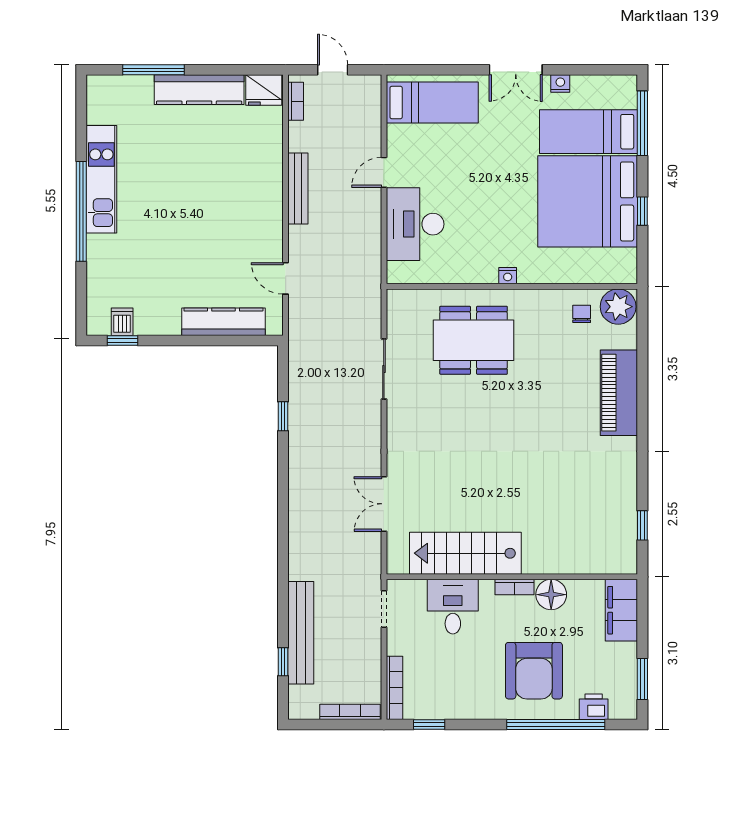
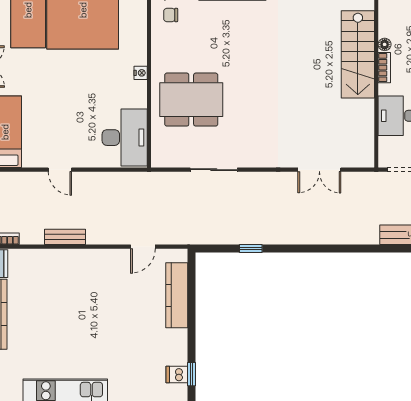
bench: (298, 188) -> (65, 237), width x0.73
desk: (415, 224) -> (125, 138), moved, turned -90
dining table: (474, 340) -> (191, 100), turned 90
stairs: (465, 553) -> (358, 54), moved
floor lamp: (551, 595) -> (385, 44), width x0.53, depth x0.53

